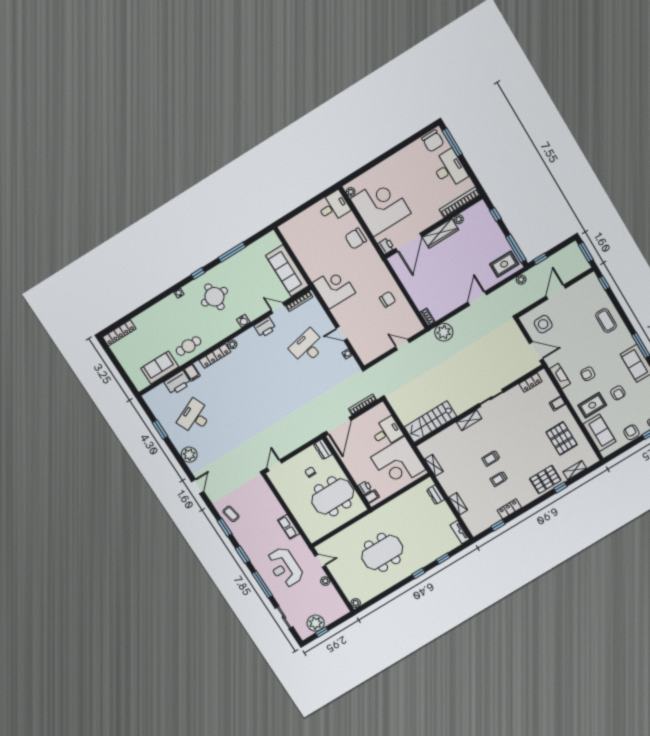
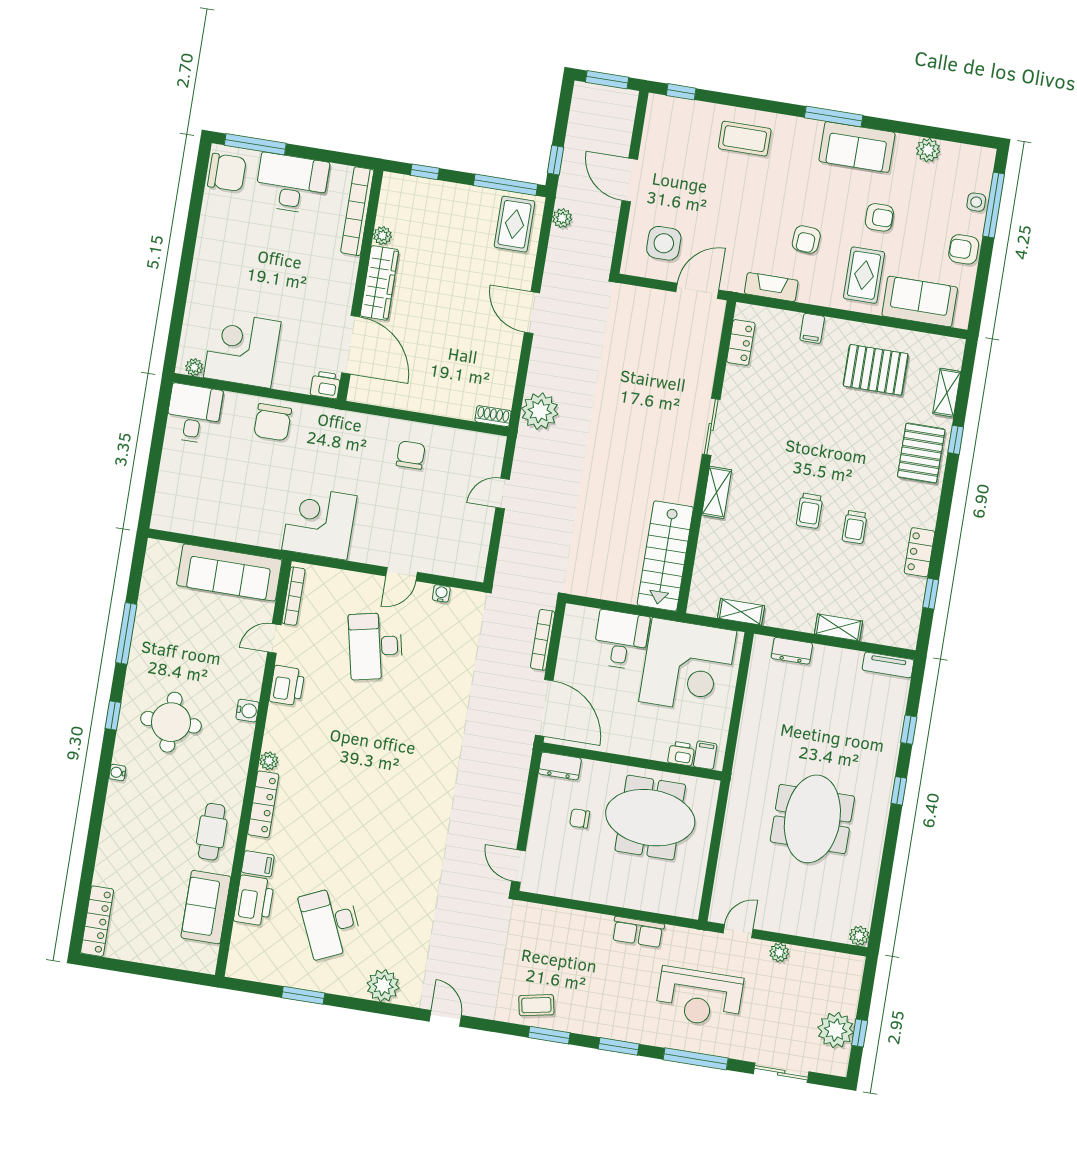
corner desk: (381, 206) -> (242, 350), width x0.74, depth x0.74
meeting table: (333, 496) -> (650, 818), turned 90

